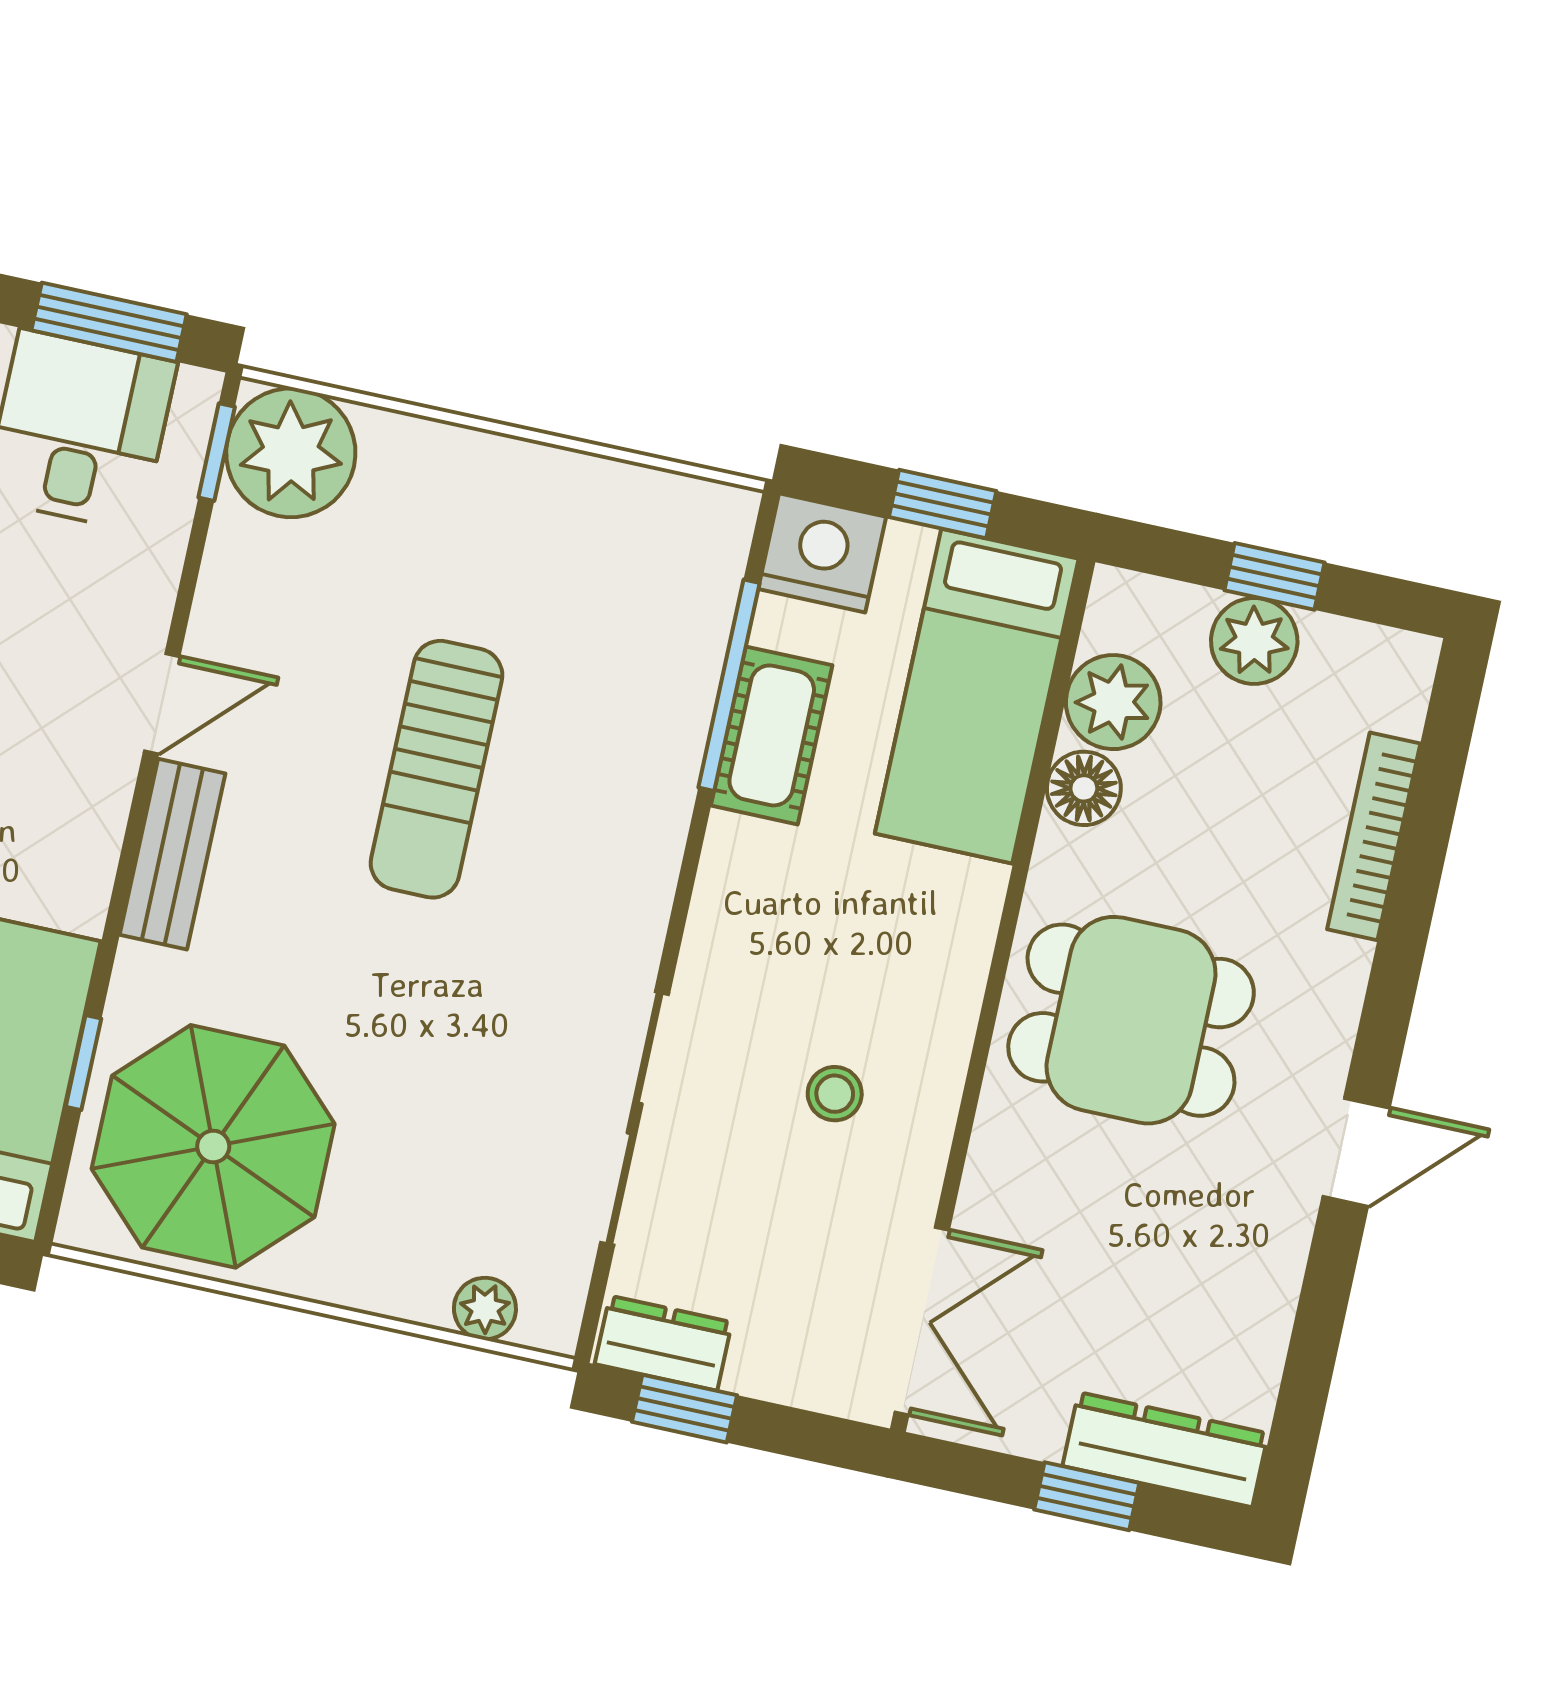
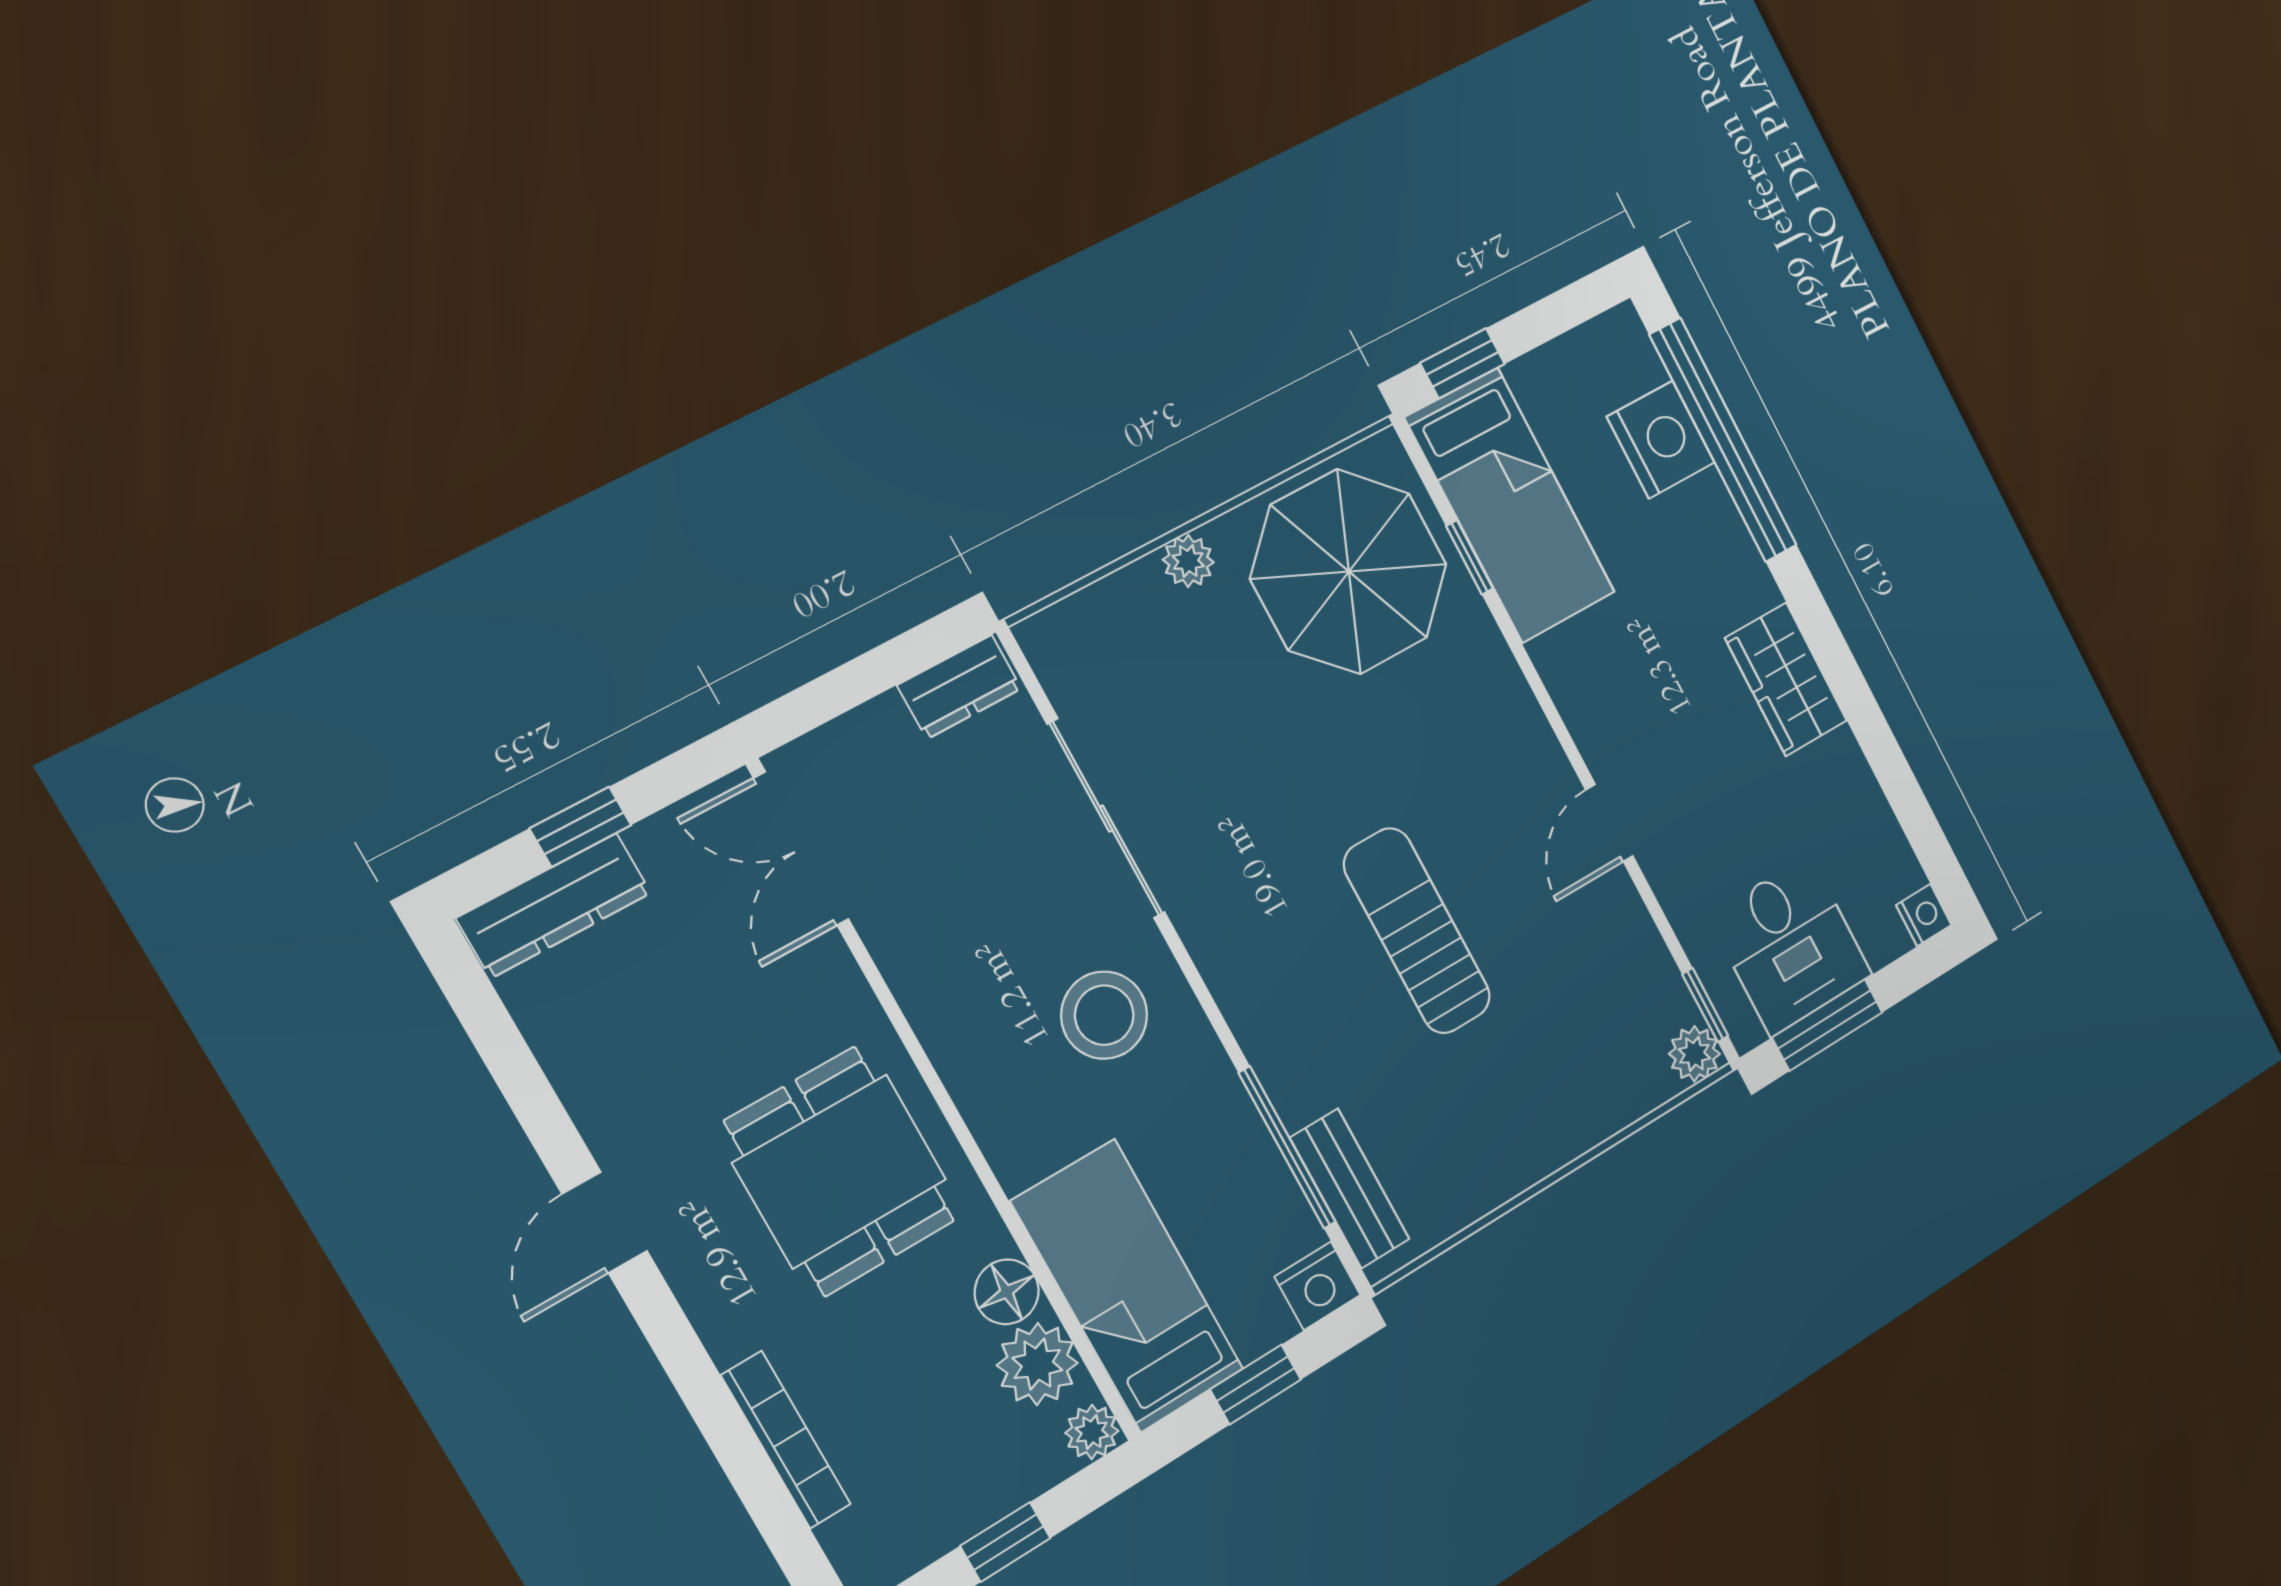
plant: (291, 453) -> (1694, 1054), width x0.53, depth x0.53
nightstand: (822, 553) -> (1318, 1286), width x0.74, depth x0.75
plant: (1254, 641) -> (1092, 1432), moved, width x0.73, depth x0.73
cot: (772, 735) -> (1234, 1141), removed
bench: (172, 854) -> (1350, 1188), moved
dining table: (1131, 1020) -> (840, 1171), turned 90
stool: (835, 1094) -> (1104, 1015), moved, width x1.89, depth x1.89
plant: (485, 1309) -> (1188, 561), moved
window: (684, 1409) -> (908, 655), removed

